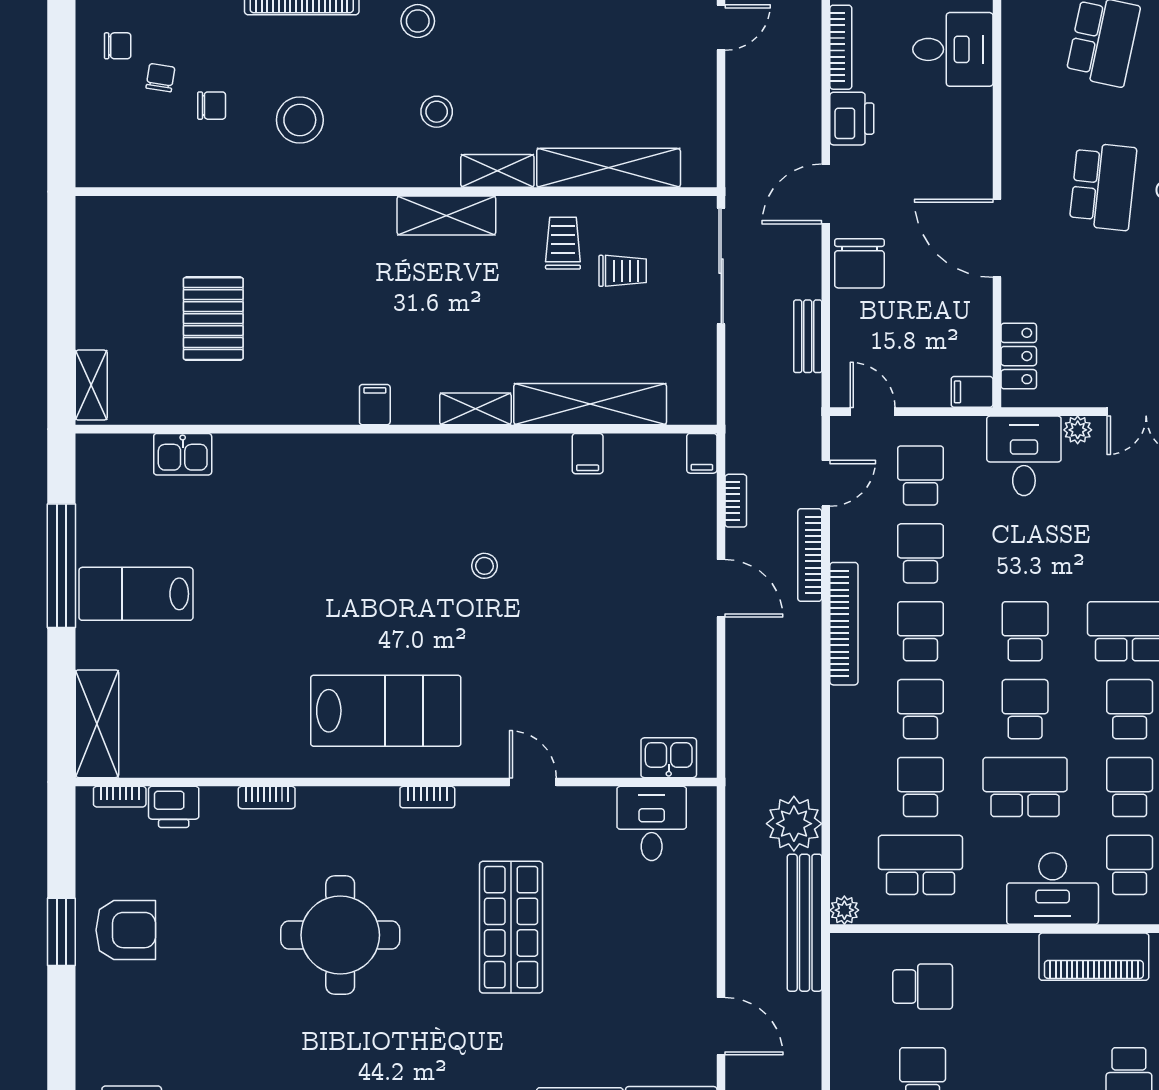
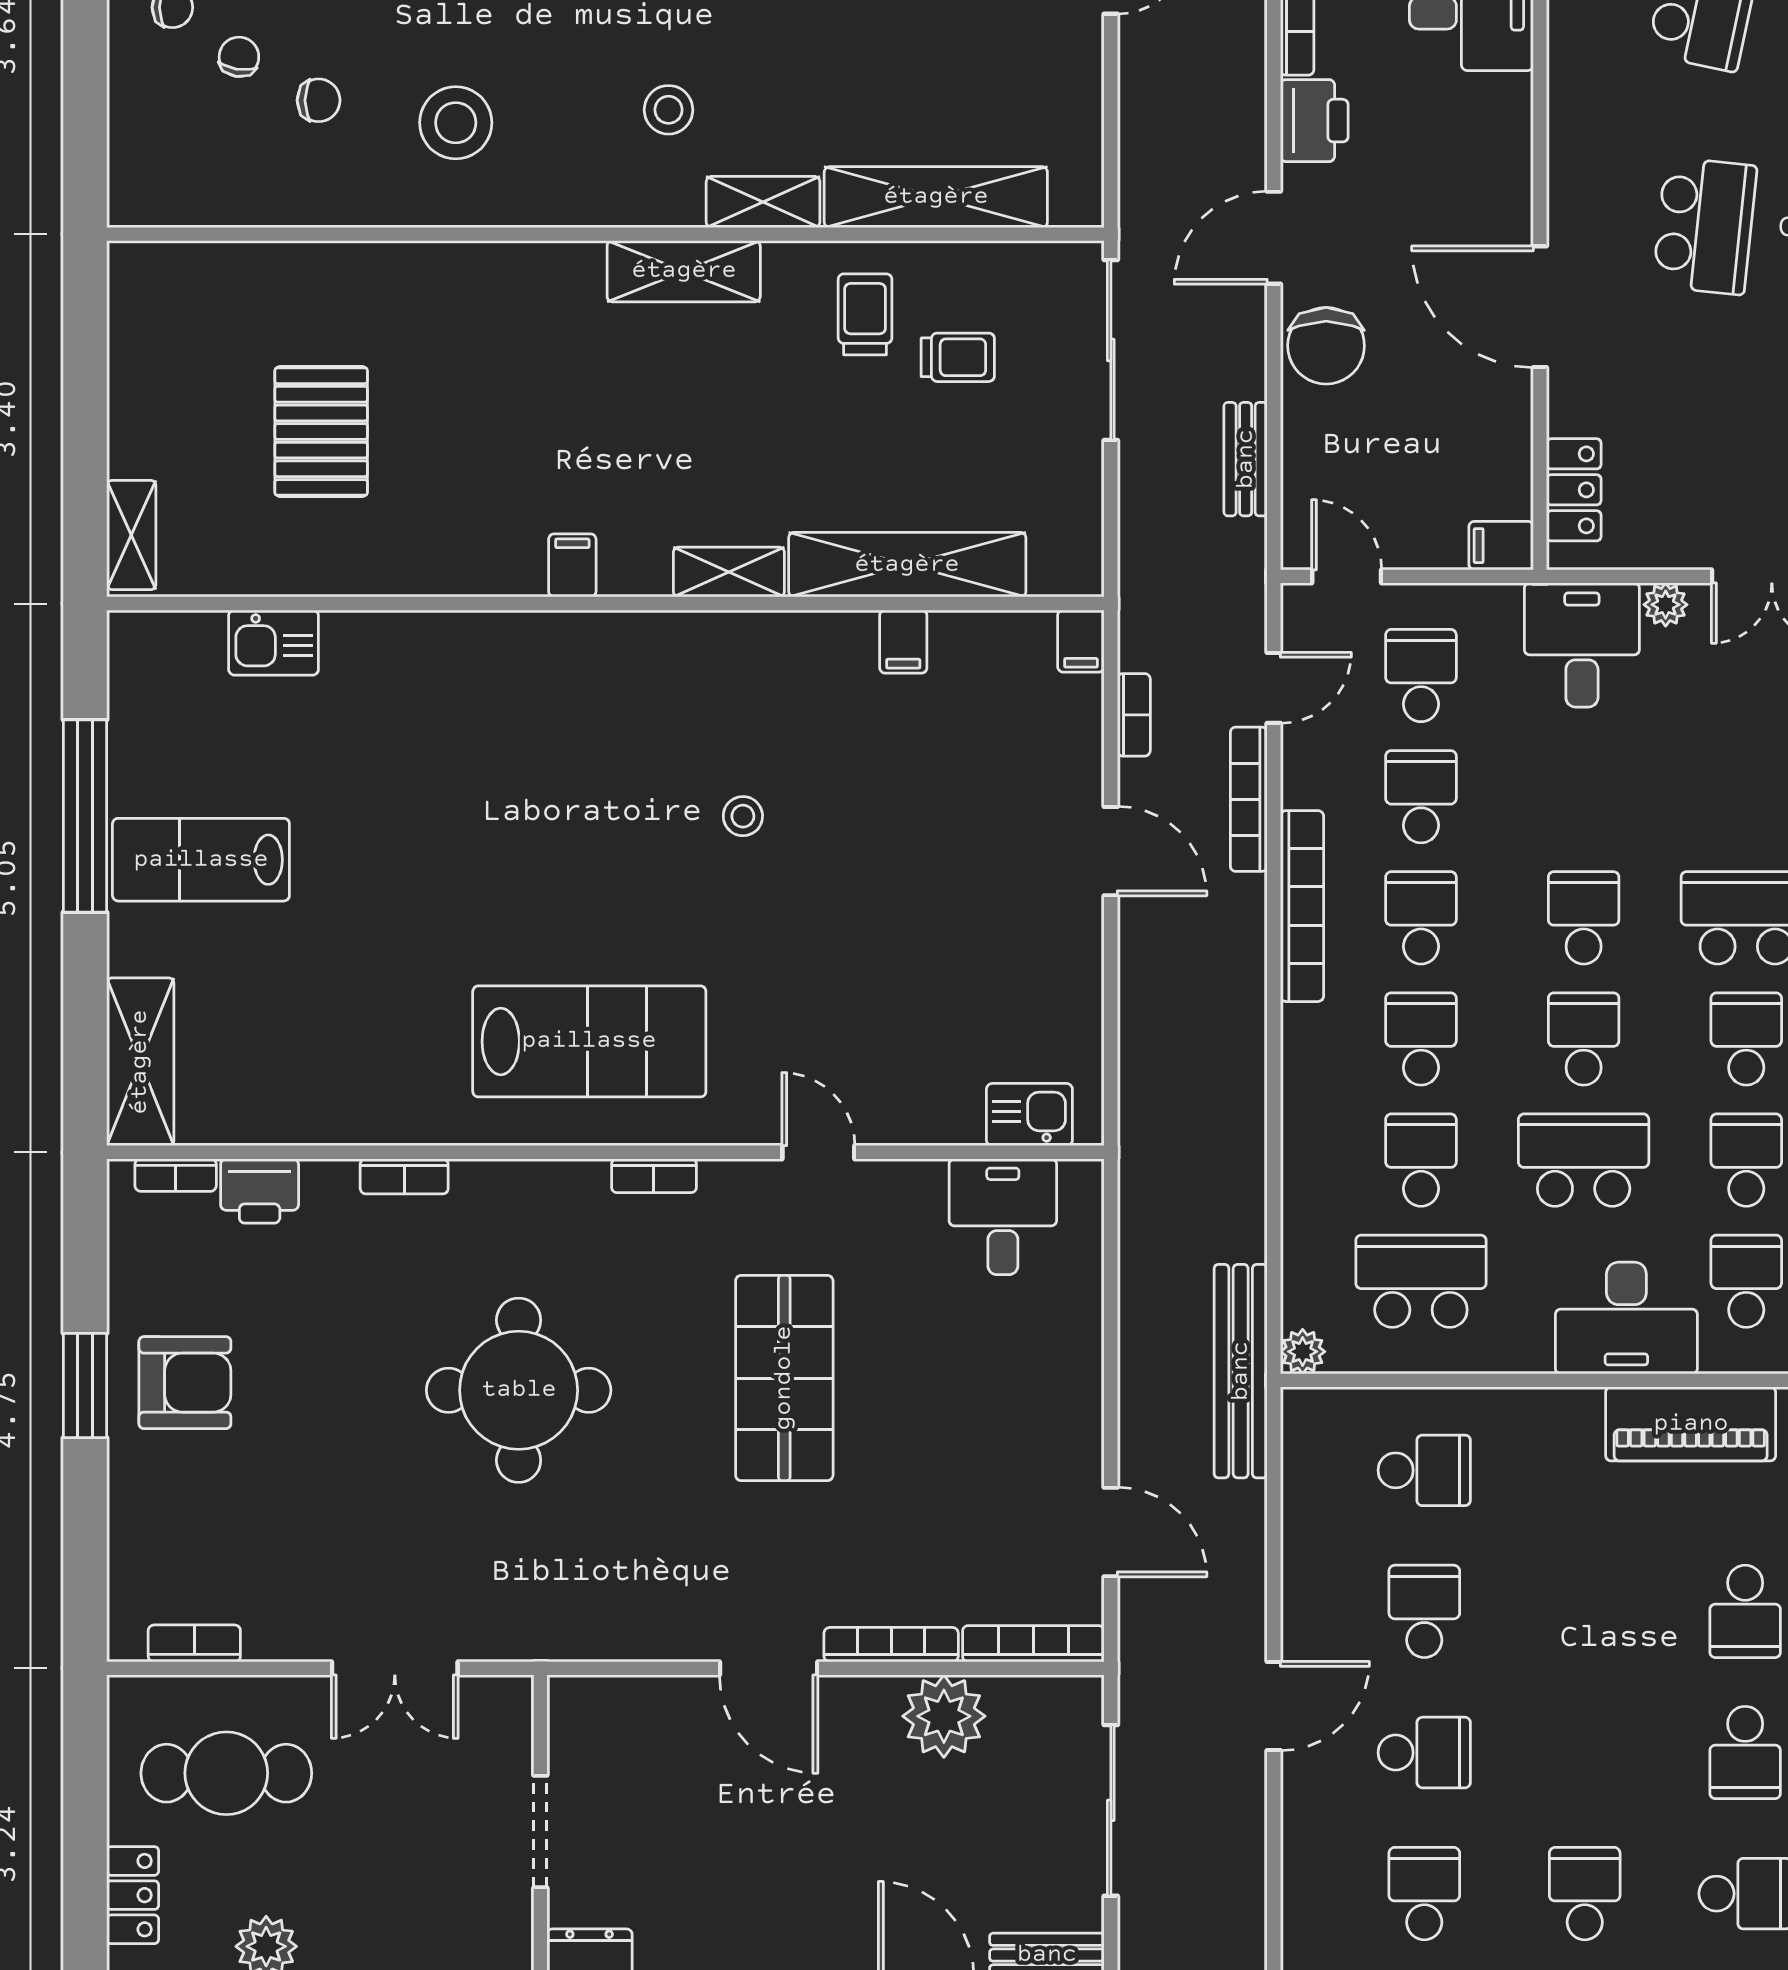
plant: (794, 824) -> (1224, 1217), removed

